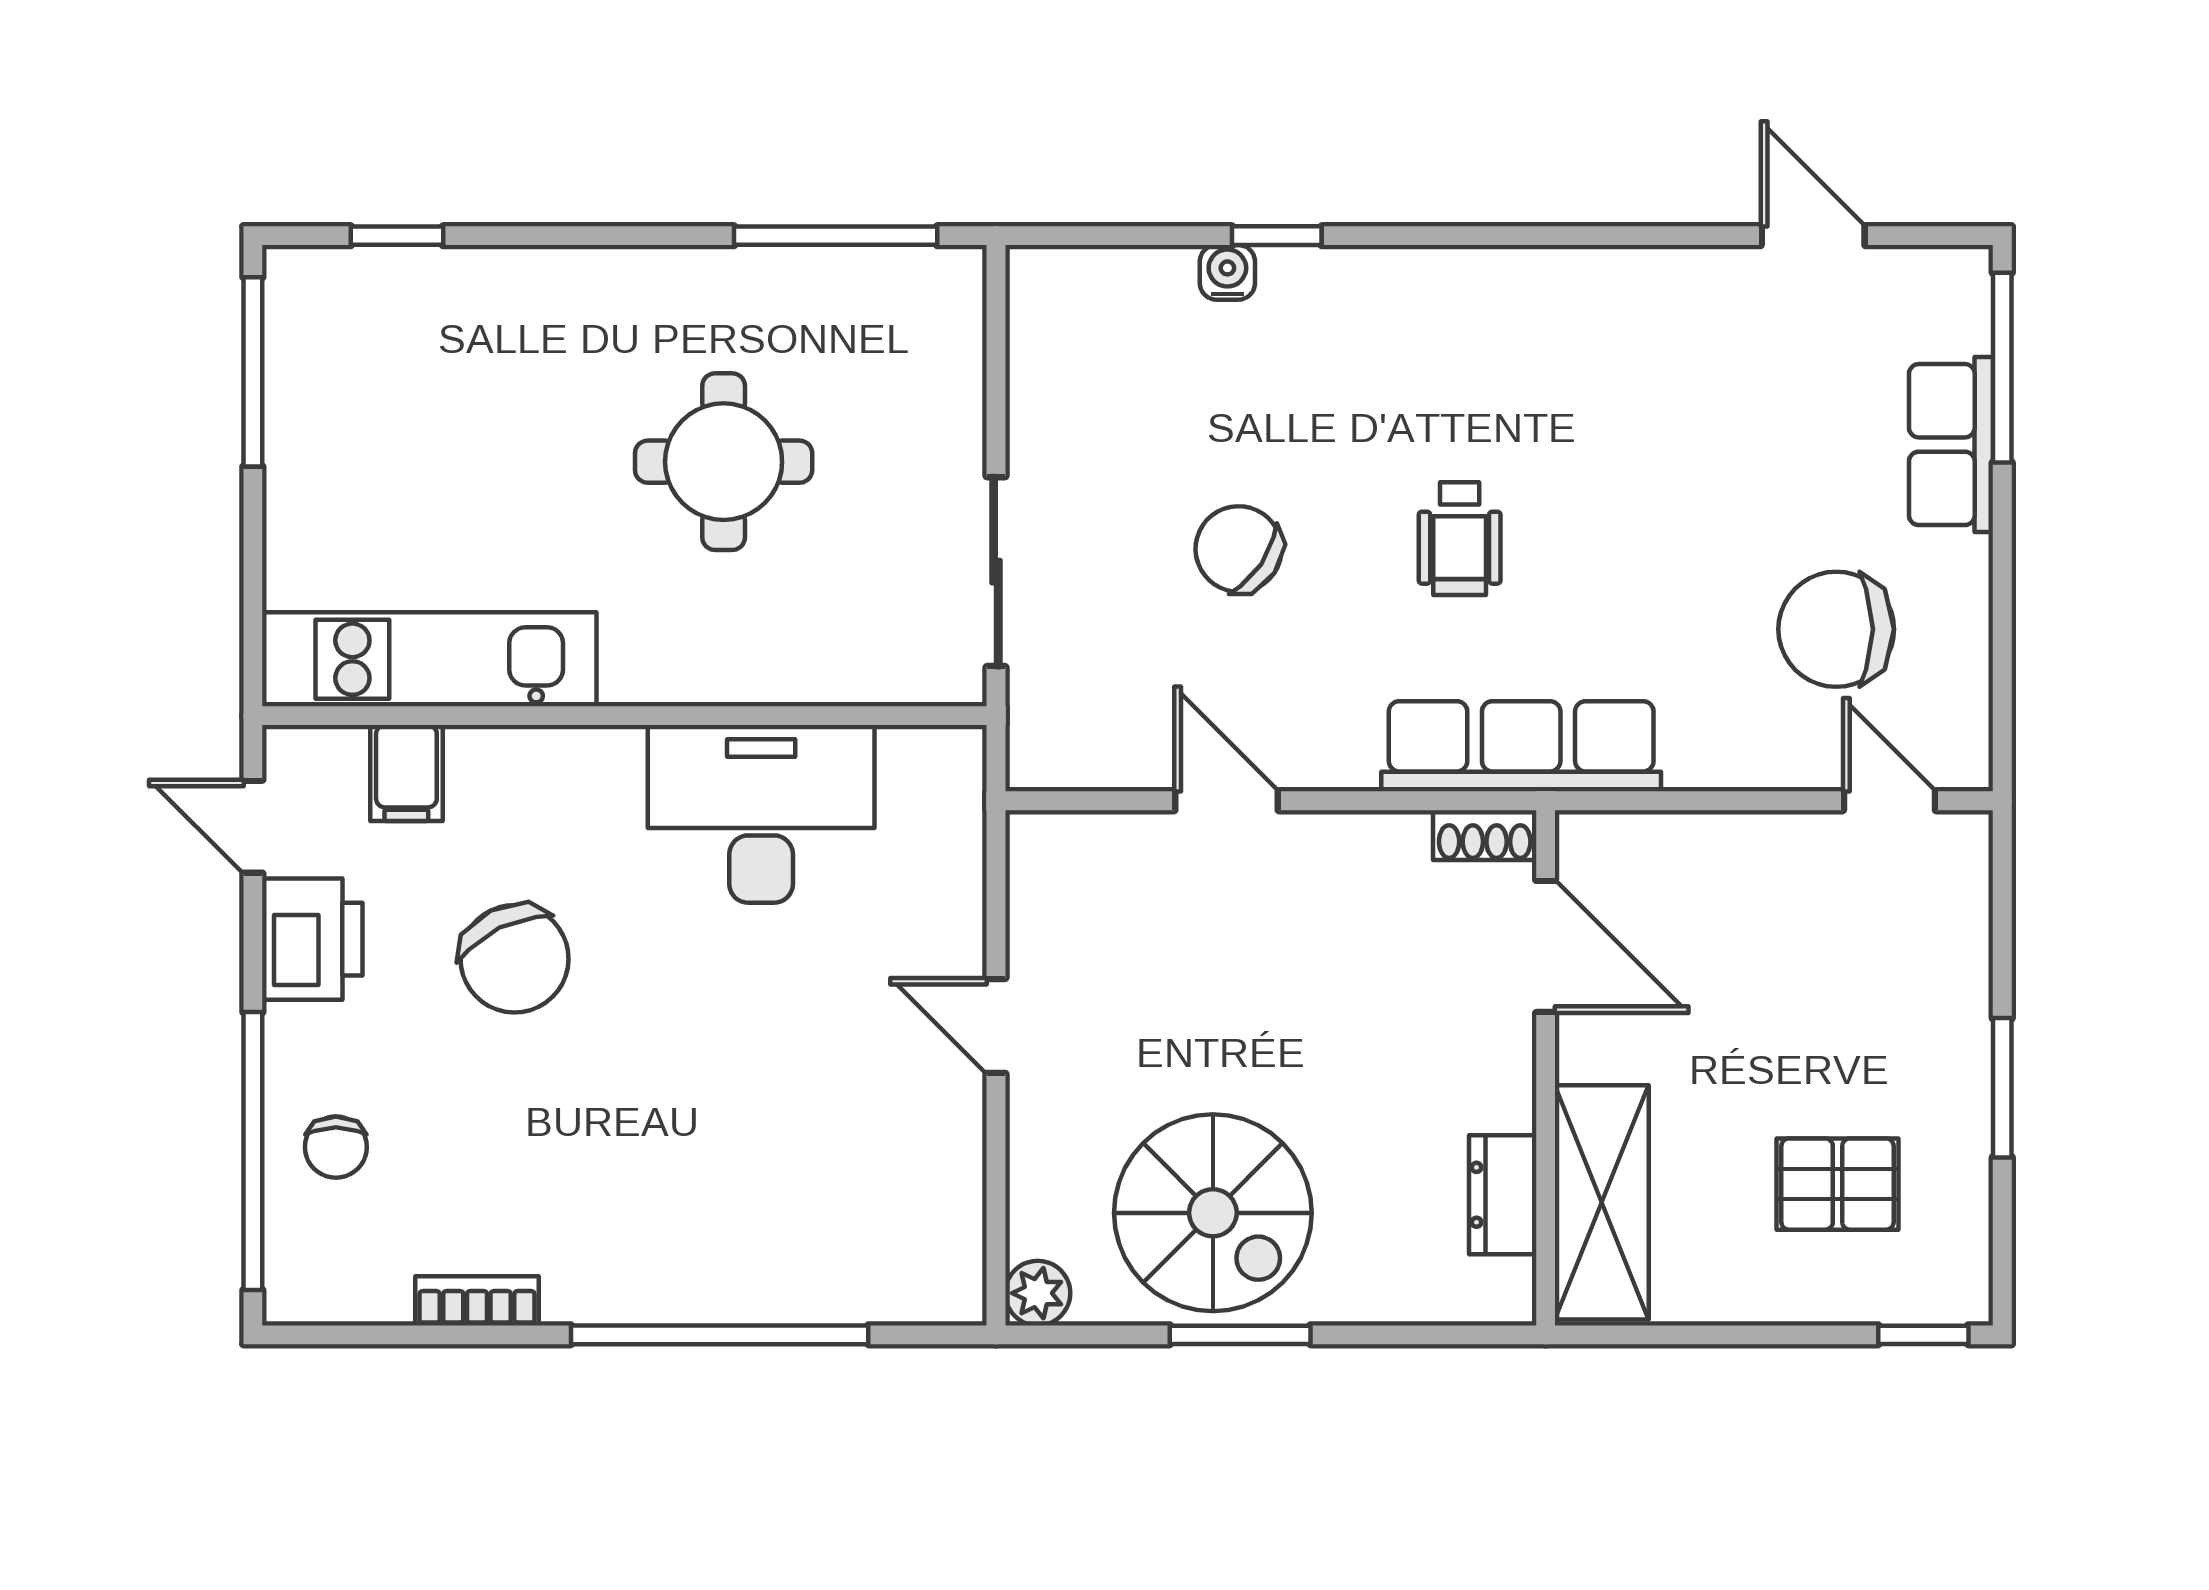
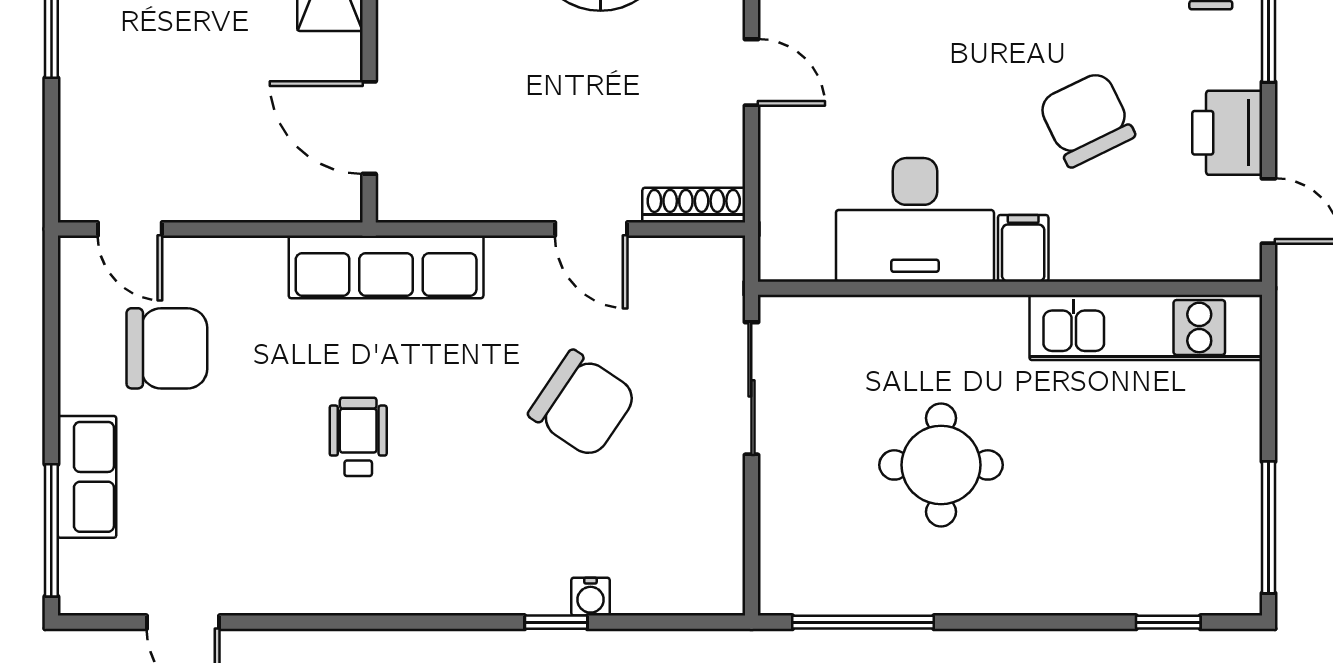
wheelchair: (1460, 539) -> (358, 437), moved
chair: (1239, 549) -> (583, 404), width x1.37, depth x1.37
filing cabinet: (406, 773) -> (1023, 248), moved
shoe rack: (1485, 835) -> (694, 205), moved, width x1.43

